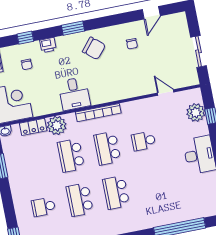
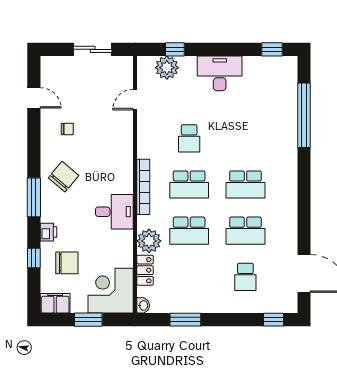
window: (73, 28) -> (34, 197), width x1.44
chair: (27, 64) -> (67, 263), width x1.87, depth x1.87

